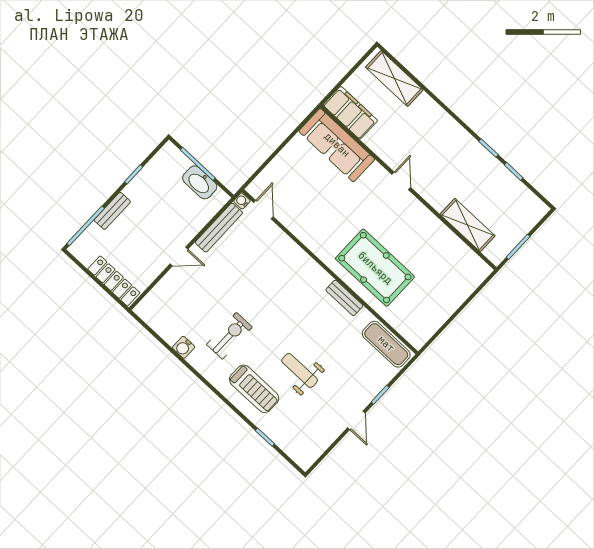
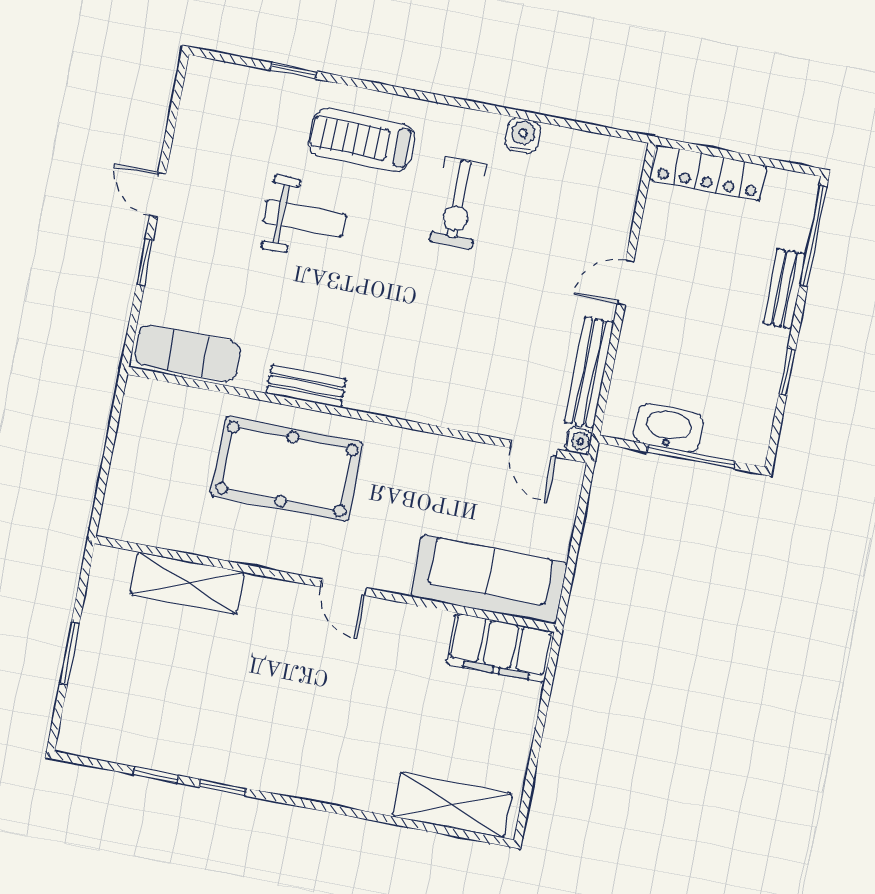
filing cabinet: (350, 113) -> (500, 648), moved
sofa: (337, 145) -> (489, 580), moved
door: (401, 181) -> (344, 587), moved
wall: (408, 188) -> (325, 584), moved
shelving: (468, 225) -> (187, 583), moved

